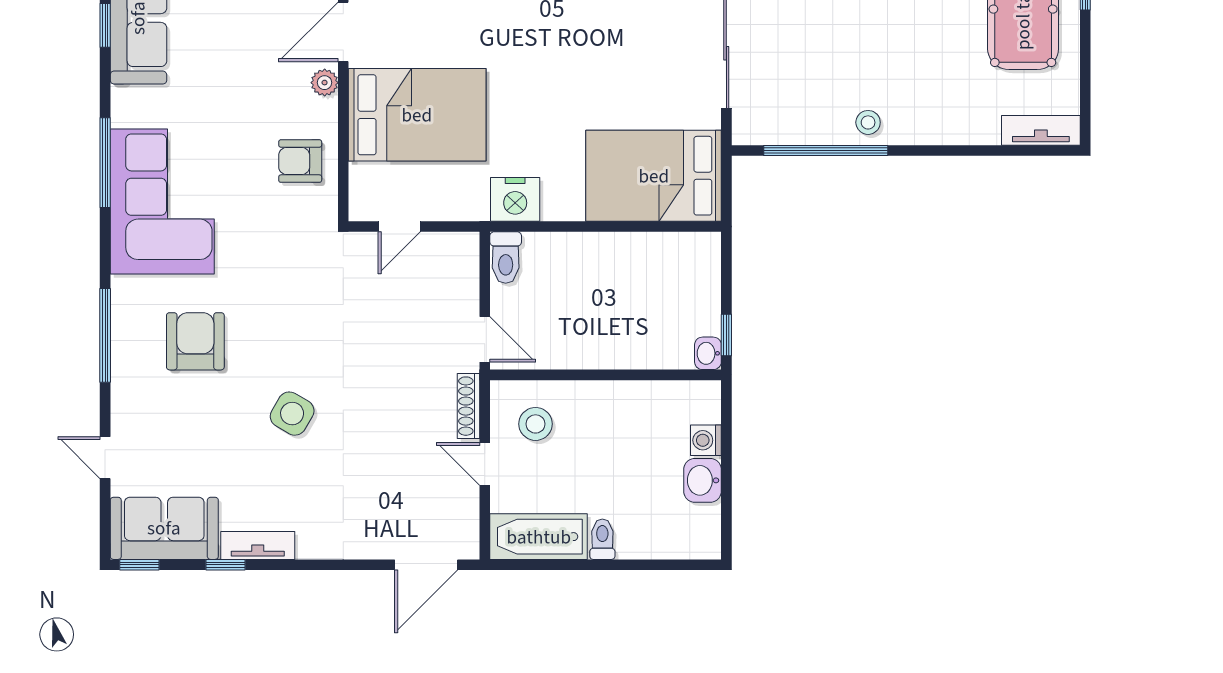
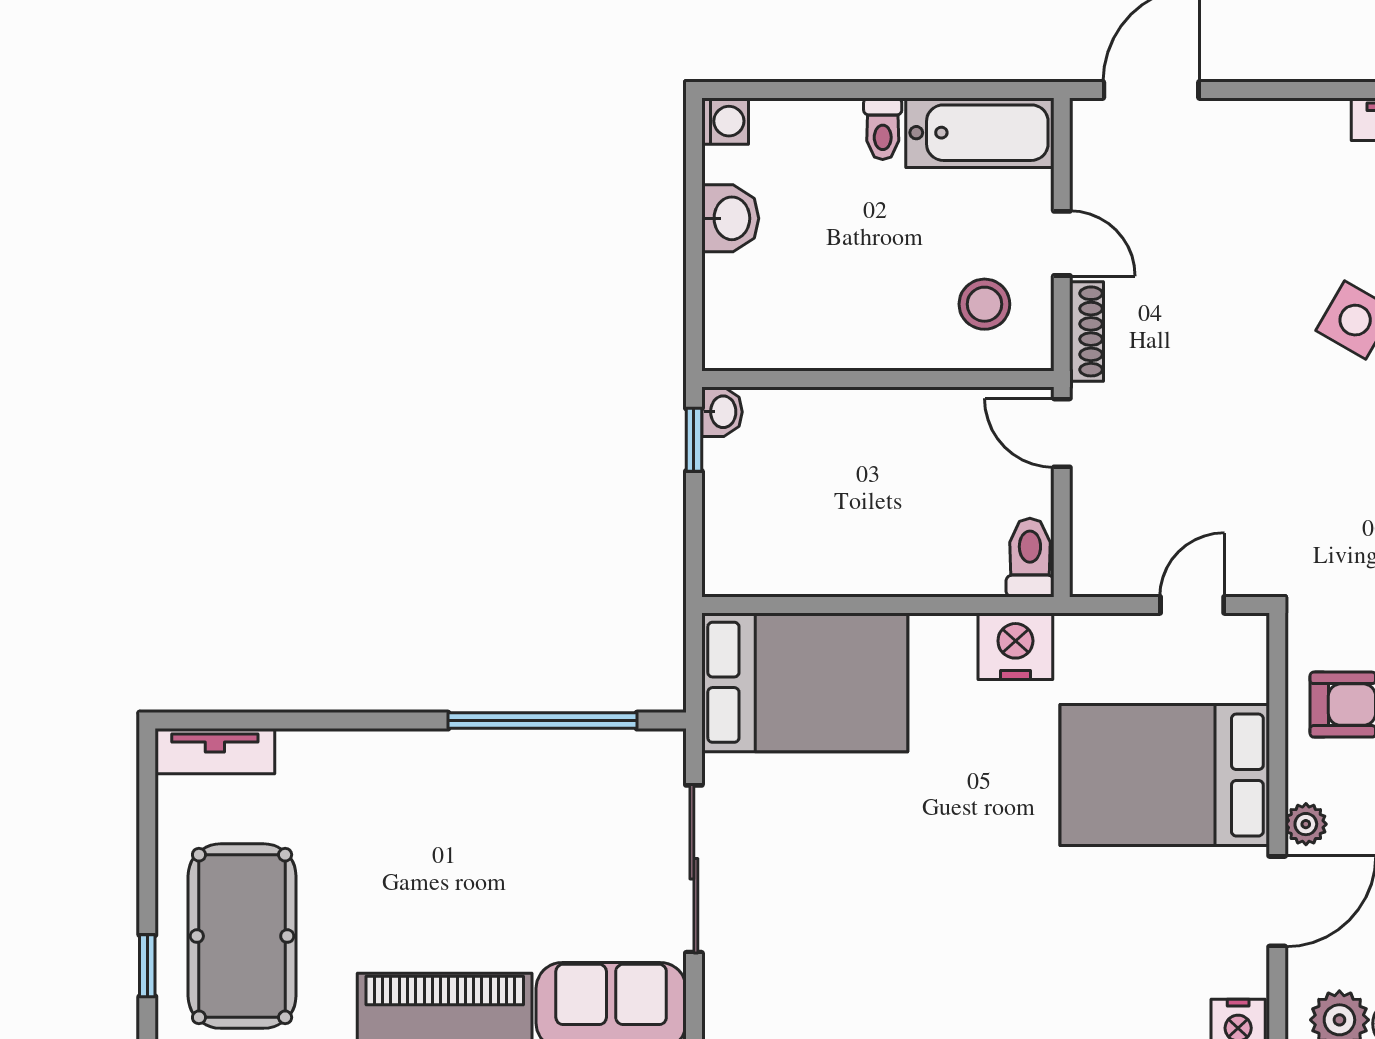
stool: (868, 122) -> (478, 763), removed
washing machine: (706, 440) -> (725, 121), moved

